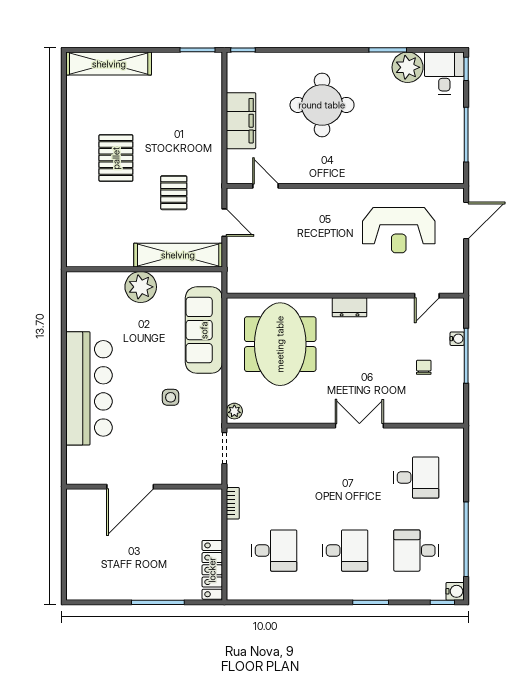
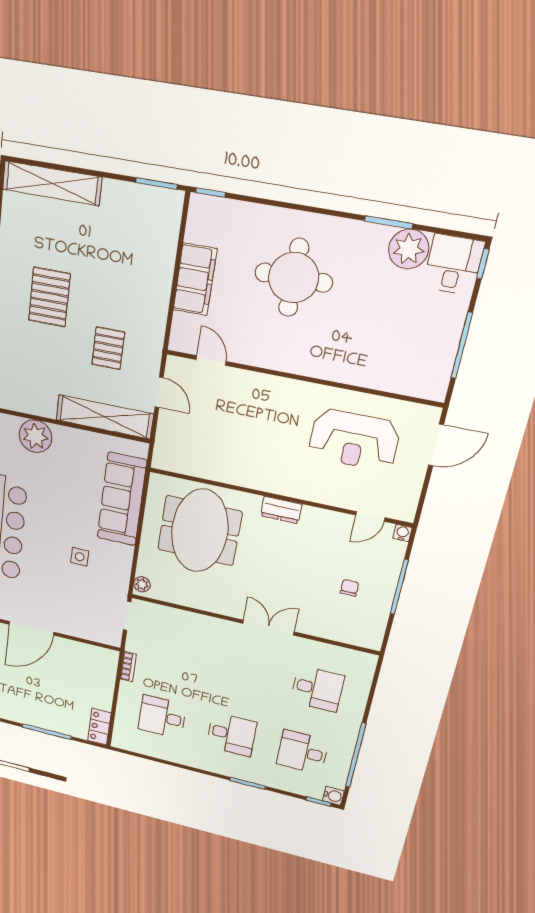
plant: (141, 287) -> (35, 436), moved
water cooler: (457, 339) -> (402, 533), moved, turned -90
desk: (274, 551) -> (162, 717), turned 180
locker: (212, 570) -> (99, 727), width x0.66

